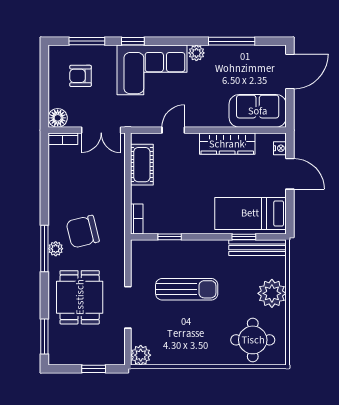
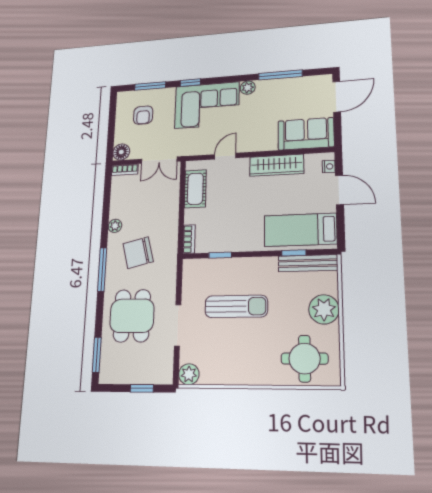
armchair: (80, 76) -> (143, 115), turned -90
plant: (56, 249) -> (115, 226), moved

